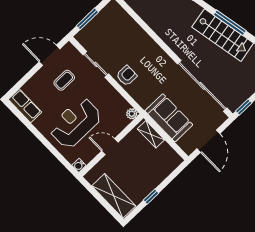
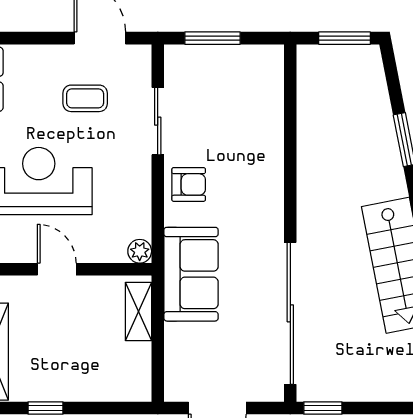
sofa: (169, 118) -> (191, 274), moved

